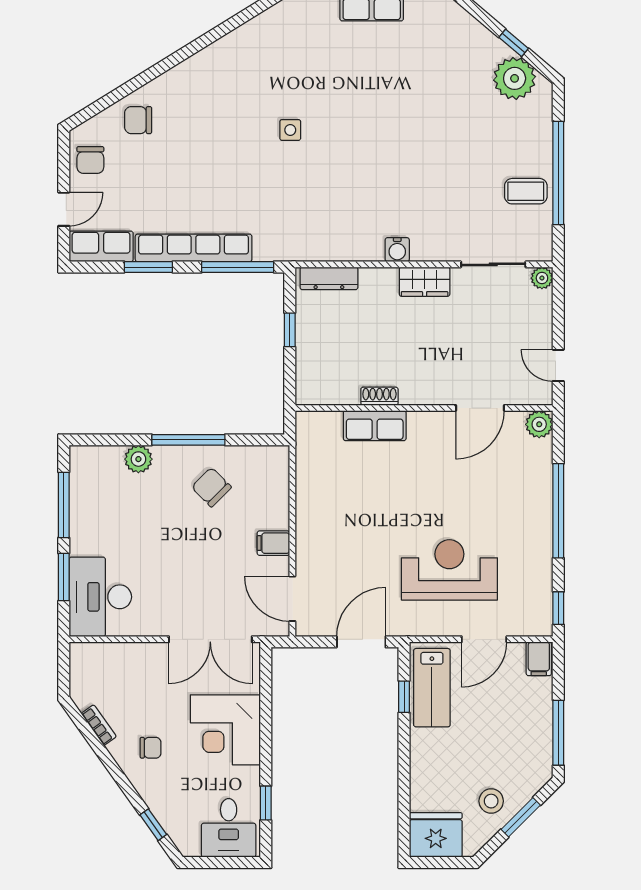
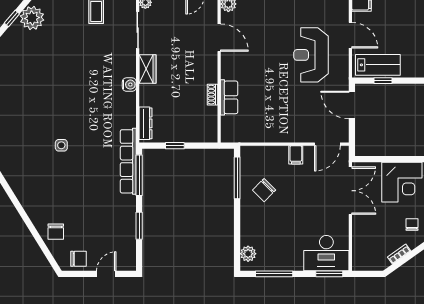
door: (64, 209) -> (106, 274), hinge flipped
row of seats: (101, 246) -> (127, 253), removed
row of seats: (194, 248) -> (128, 161), moved
window: (188, 440) -> (237, 178), moved
plant: (138, 459) -> (248, 254), moved
window: (64, 577) -> (329, 274), moved

